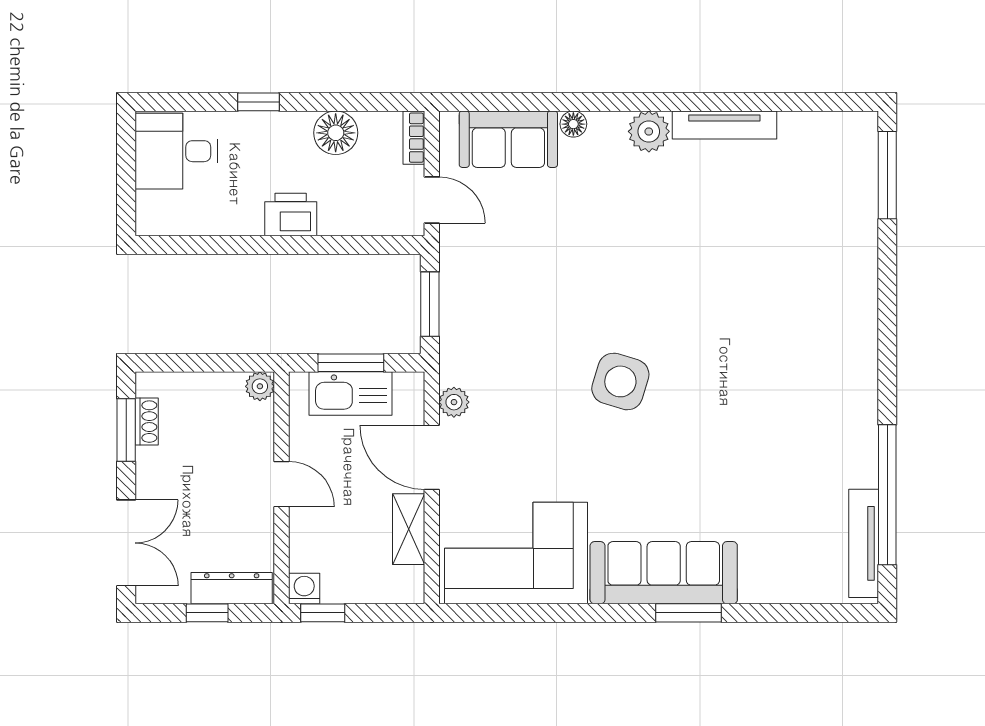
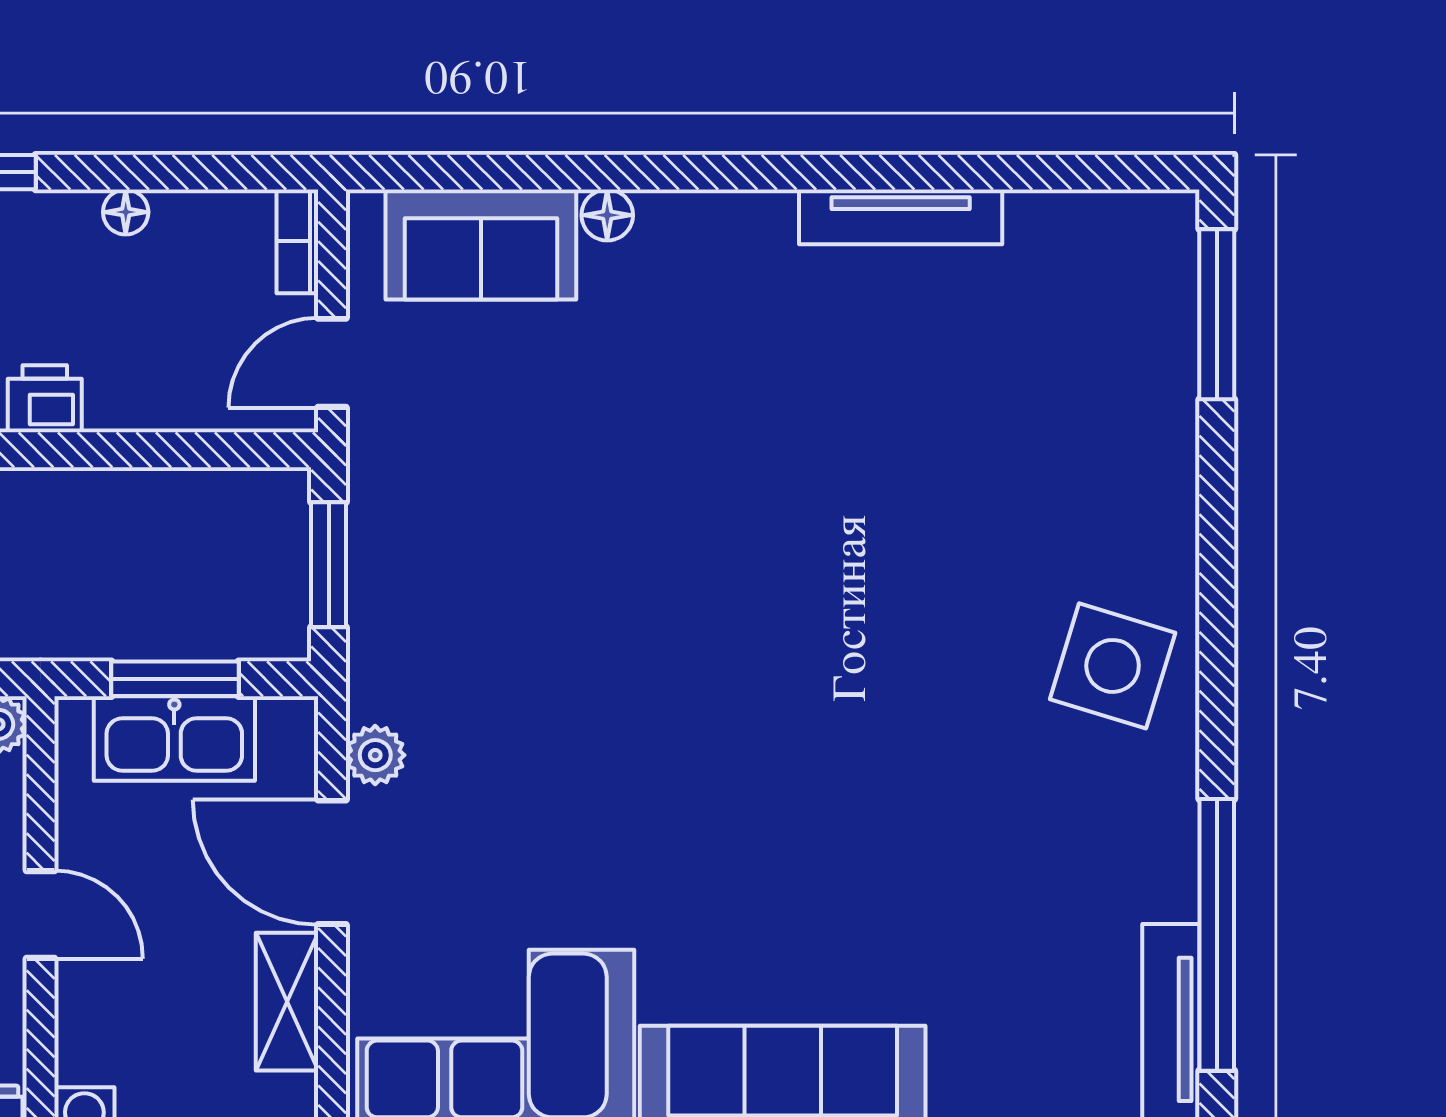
plant: (649, 131) -> (754, 230), removed
floor lamp: (336, 133) -> (126, 212), width x0.53, depth x0.53
door: (432, 200) -> (332, 363), swing flipped
printer: (291, 214) -> (45, 399), width x0.73, depth x0.81
side table: (620, 381) -> (1113, 666), moved

